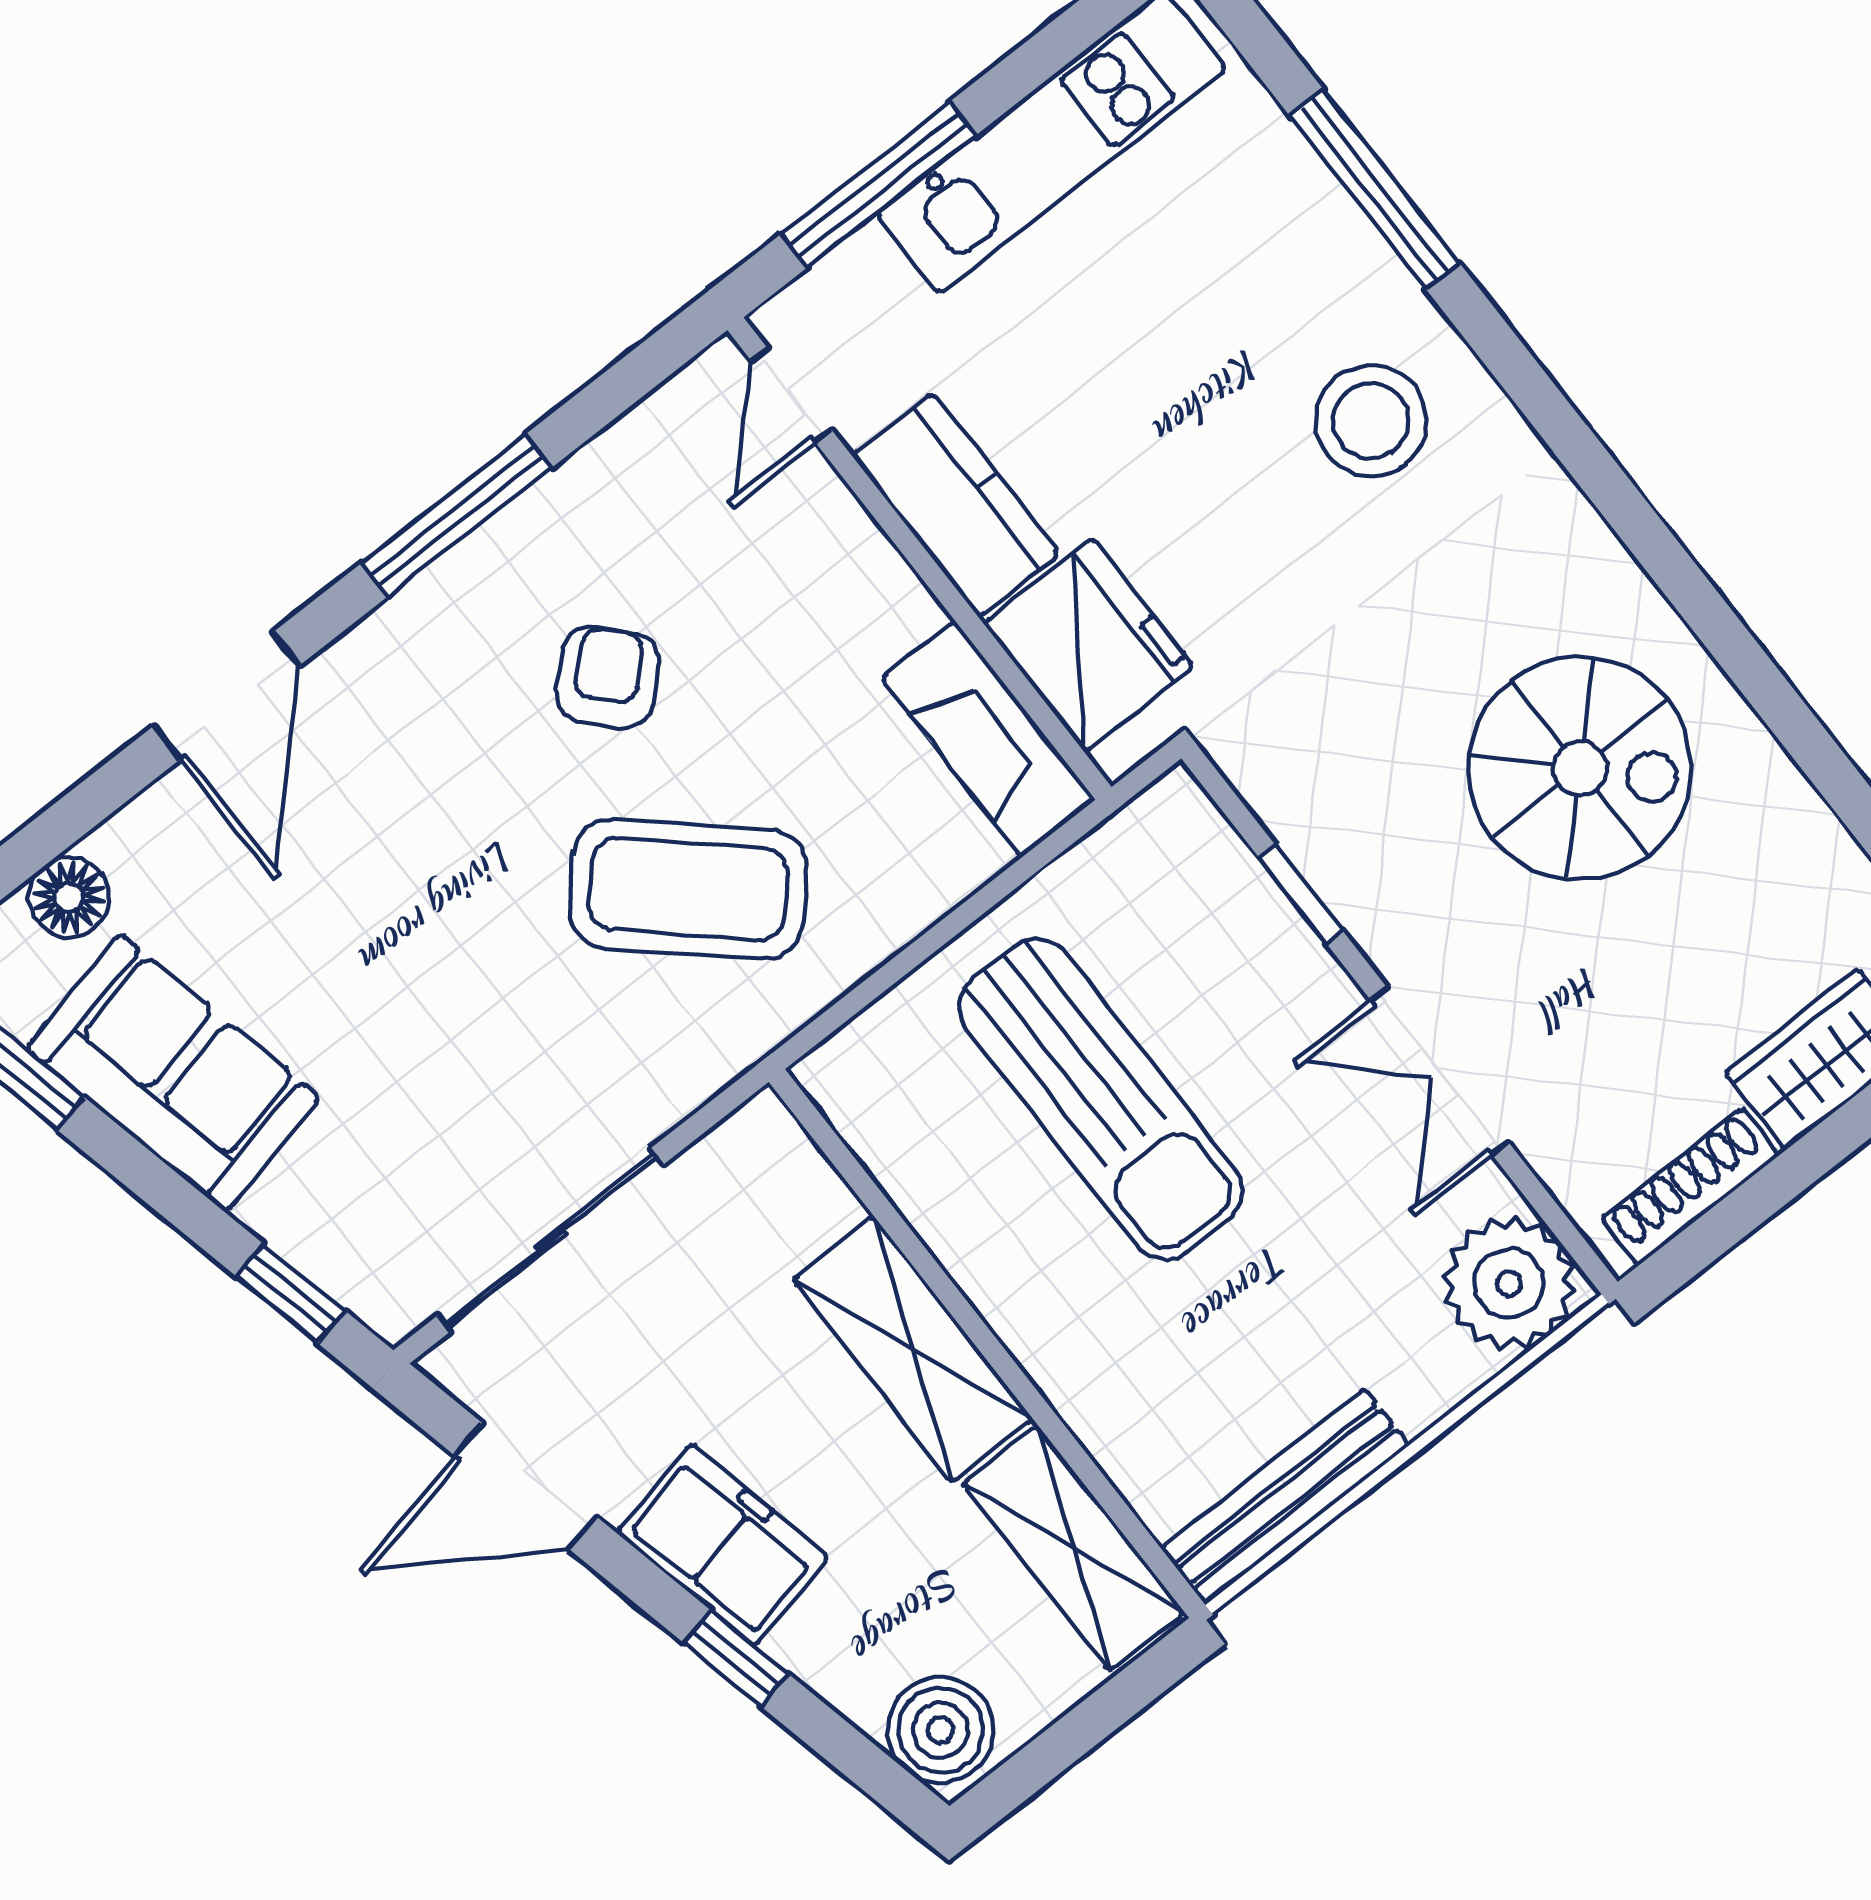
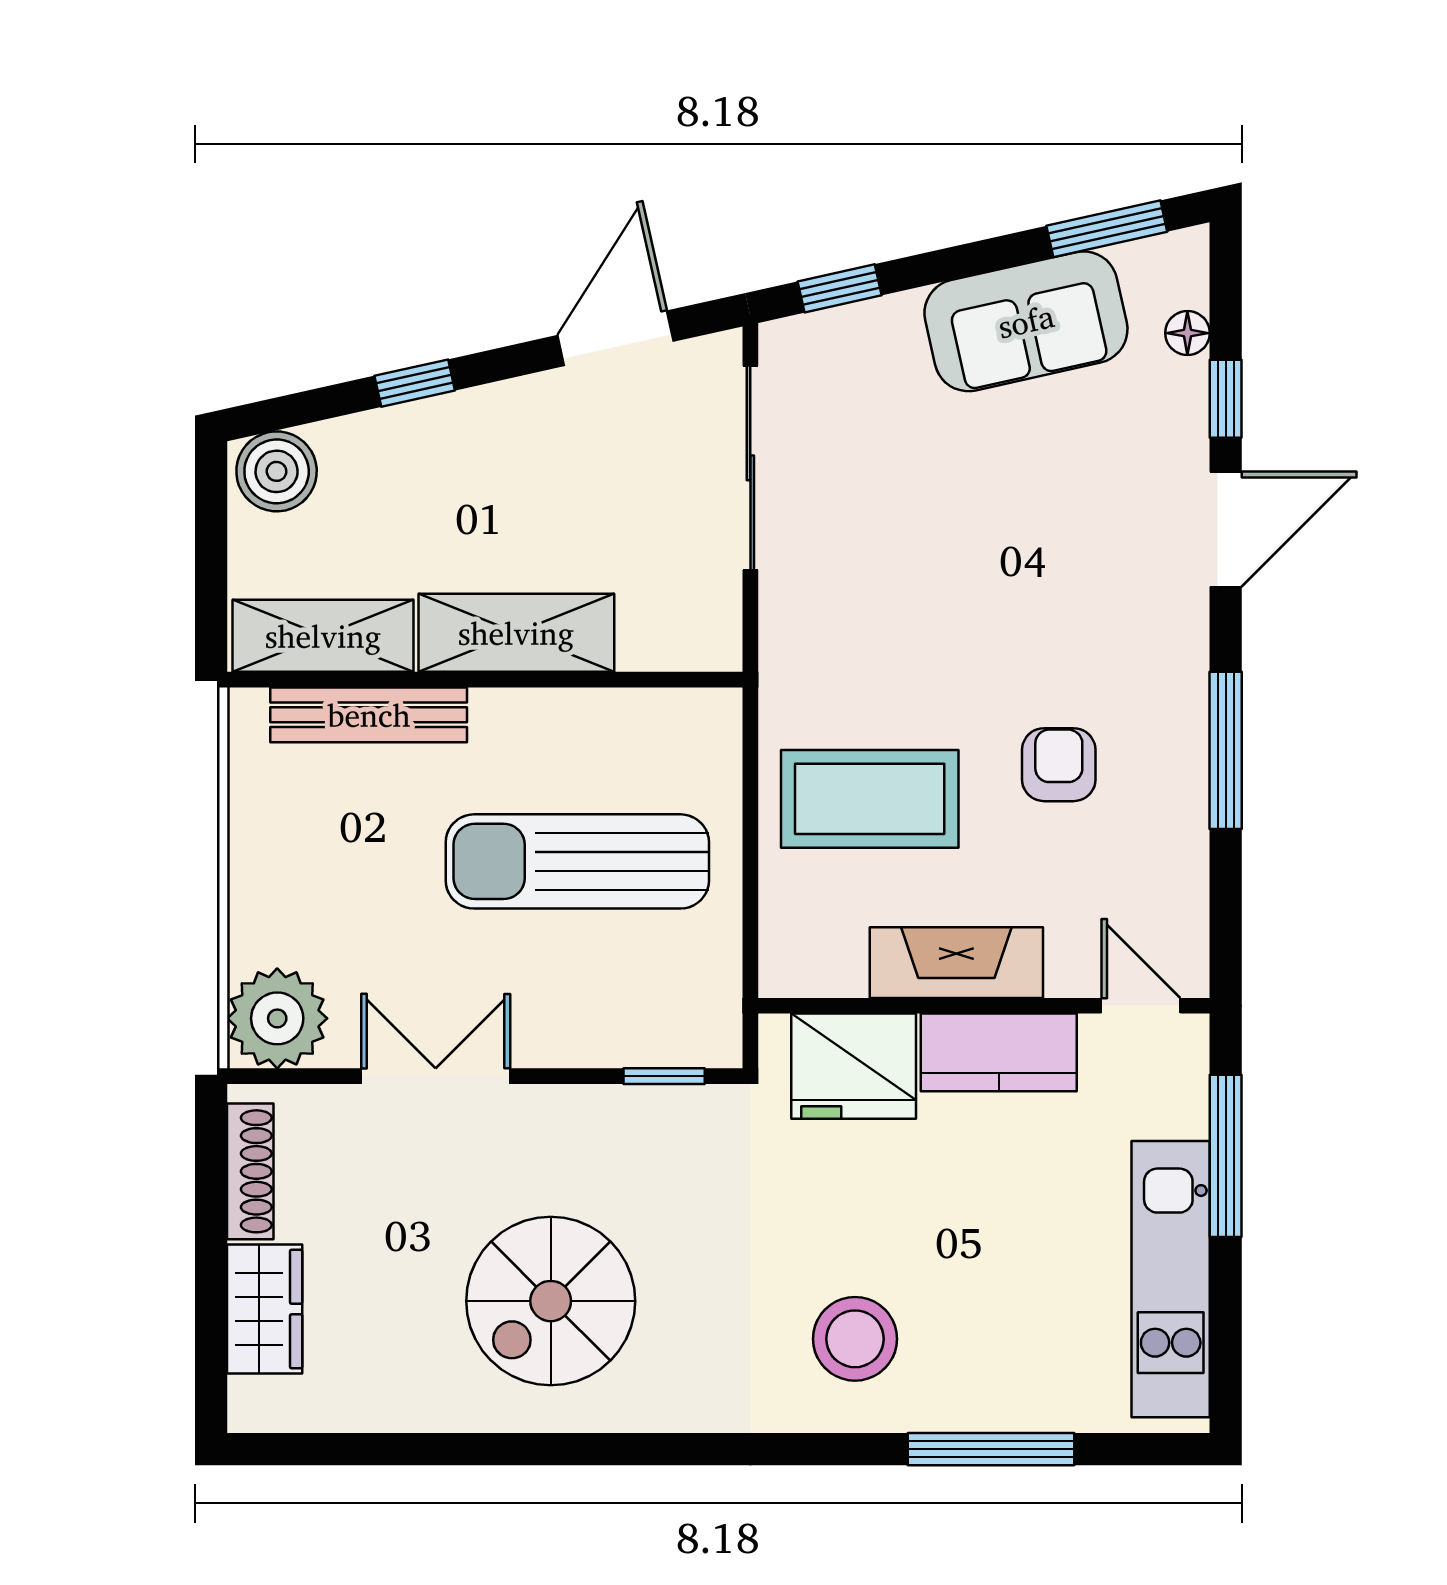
armchair: (608, 677) -> (1059, 765), turned -137
door: (227, 696) -> (1226, 529), swing flipped
fireplace: (988, 739) -> (956, 963), moved
window: (91, 802) -> (1226, 399), added
coffee table: (688, 889) -> (870, 799), moved, turned 48
window: (1301, 894) -> (664, 1076), moved
floor lamp: (69, 897) -> (1187, 333), width x0.73, depth x0.73
bench: (1285, 1497) -> (369, 715), moved, turned 90
freezer: (723, 1545) -> (488, 428), removed

